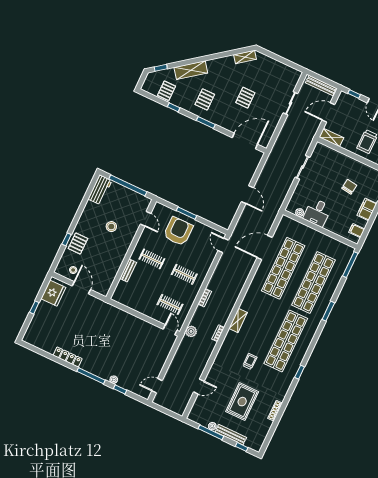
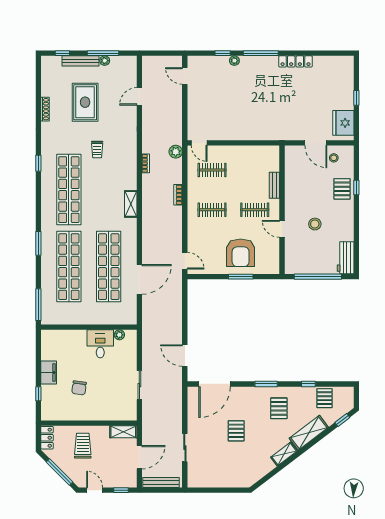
shelving: (245, 57) -> (284, 454), moved
door: (247, 195) -> (185, 356), moved
door: (146, 219) -> (282, 229), moved
filing cabinet: (357, 231) -> (49, 344), removed
shelving: (238, 320) -> (131, 204), moved
door: (157, 386) -> (185, 76), swing flipped

